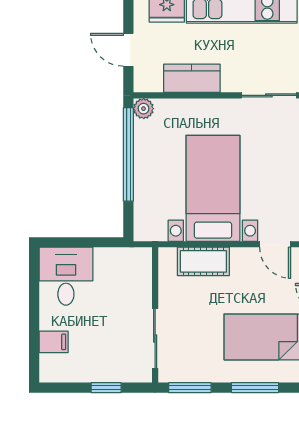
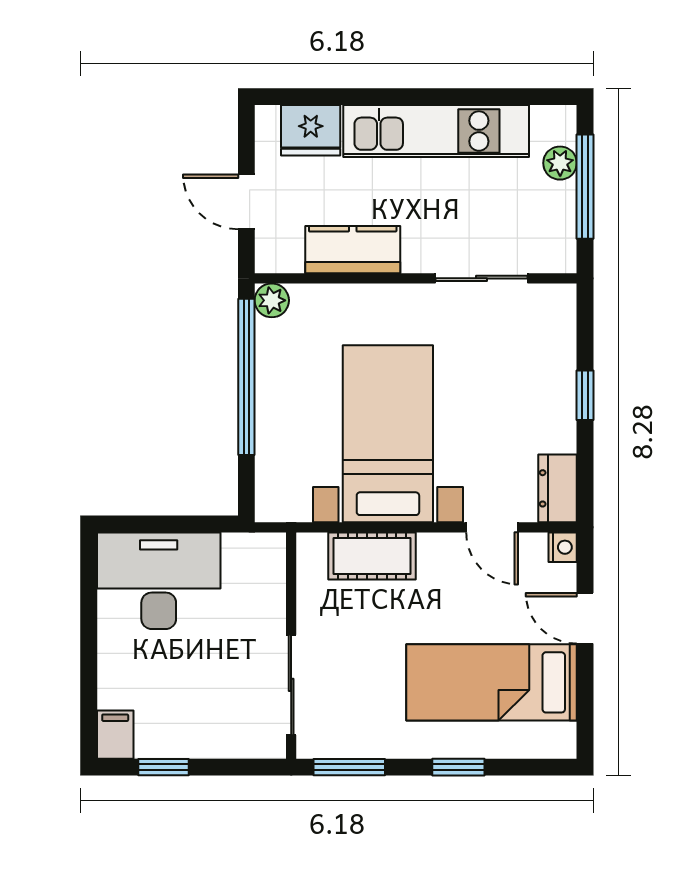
desk: (66, 276) -> (159, 581), width x1.37
filing cabinet: (54, 342) -> (115, 735), moved, turned -90
window: (106, 388) -> (164, 767), moved
window: (255, 388) -> (458, 767), width x0.67

